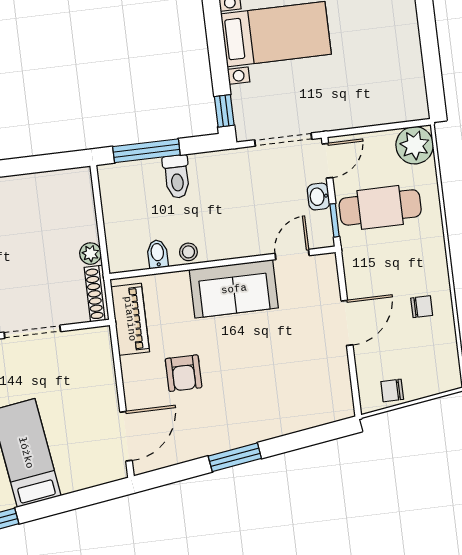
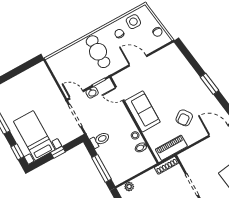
window: (224, 111) -> (58, 152), moved
plant: (415, 145) -> (56, 62), removed
toilet: (177, 177) -> (100, 140), moved
cafe table: (380, 207) -> (98, 52), moved
plant: (90, 254) -> (129, 187), moved
side table: (435, 347) -> (133, 22), added
armchair: (184, 373) -> (184, 118), turned 144

